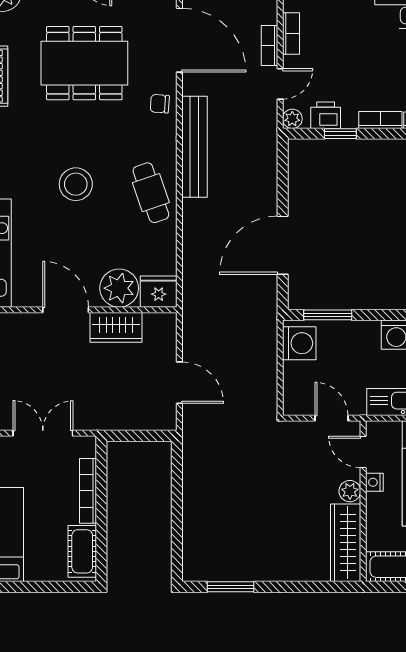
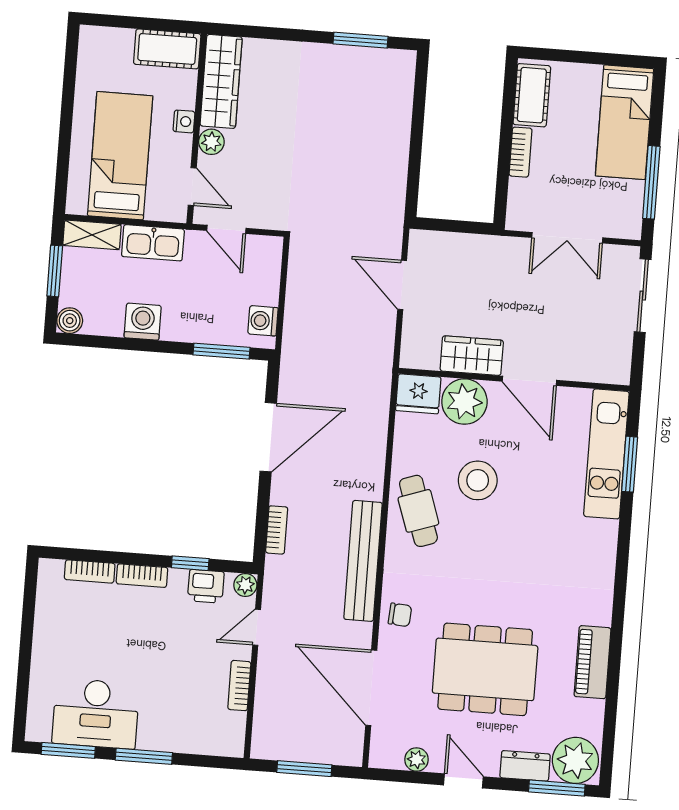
bookcase: (270, 46) -> (277, 530), moved
stool: (76, 184) -> (478, 480), moved
washing machine: (299, 343) -> (263, 321), width x0.73, depth x0.73
nightstand: (374, 482) -> (184, 121), moved
bookcase: (88, 491) -> (521, 152), width x0.64

